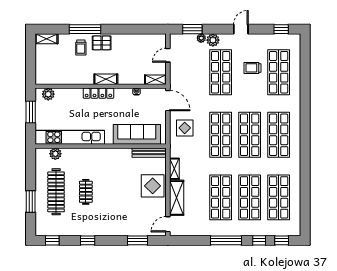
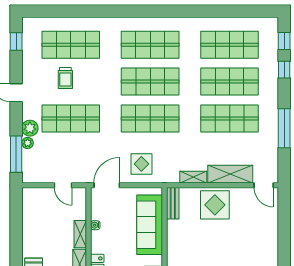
window: (192, 29) -> (16, 154), width x1.44
door: (168, 55) -> (63, 185), moved
shelving: (155, 80) -> (80, 234), moved
bench: (149, 153) -> (173, 203), width x0.73
window: (137, 240) -> (284, 224), removed
window: (226, 240) -> (284, 128), moved

